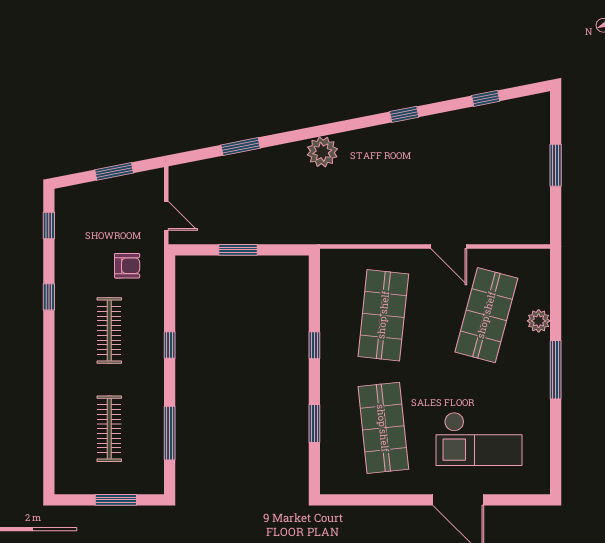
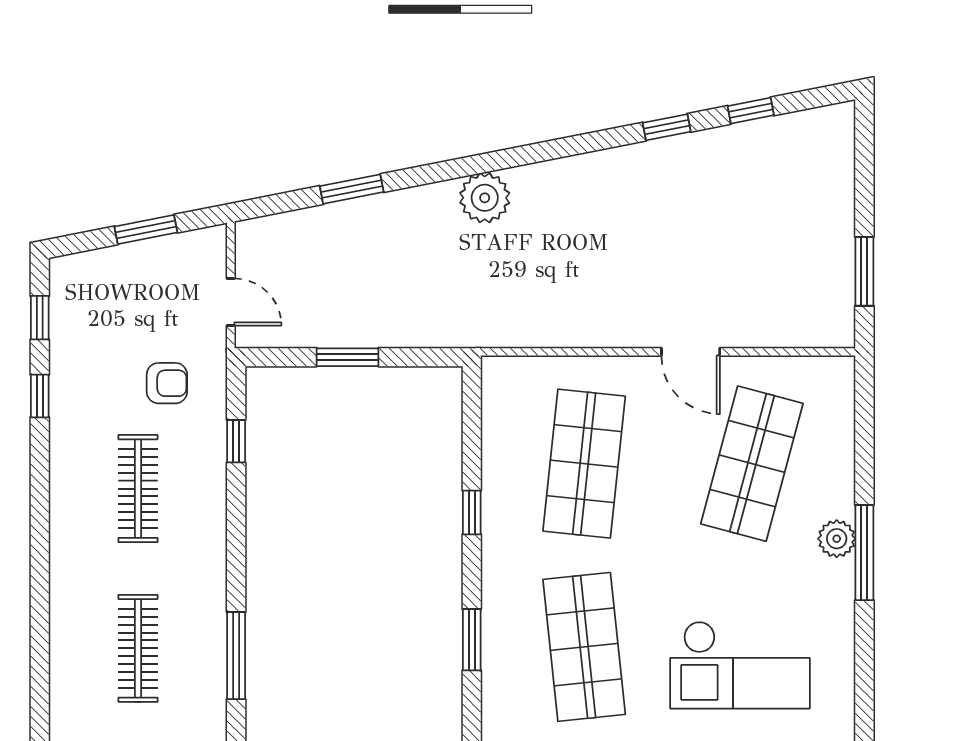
window: (404, 114) -> (667, 127), moved
window: (556, 165) -> (864, 271), moved
window: (49, 297) -> (40, 396), moved
plant: (539, 321) -> (837, 539), moved
window: (170, 345) -> (236, 441), moved

